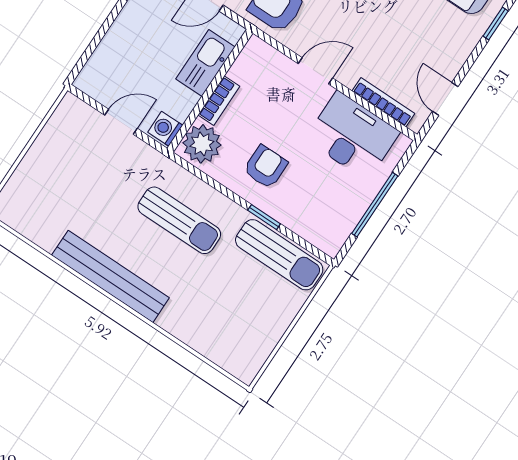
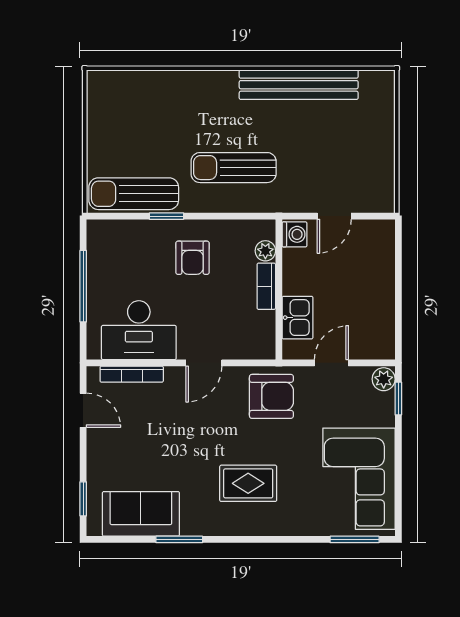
kitchen sink: (206, 63) -> (297, 318), width x0.73
plant: (202, 144) -> (265, 251), width x0.53, depth x0.53
bench: (110, 276) -> (299, 85), moved

